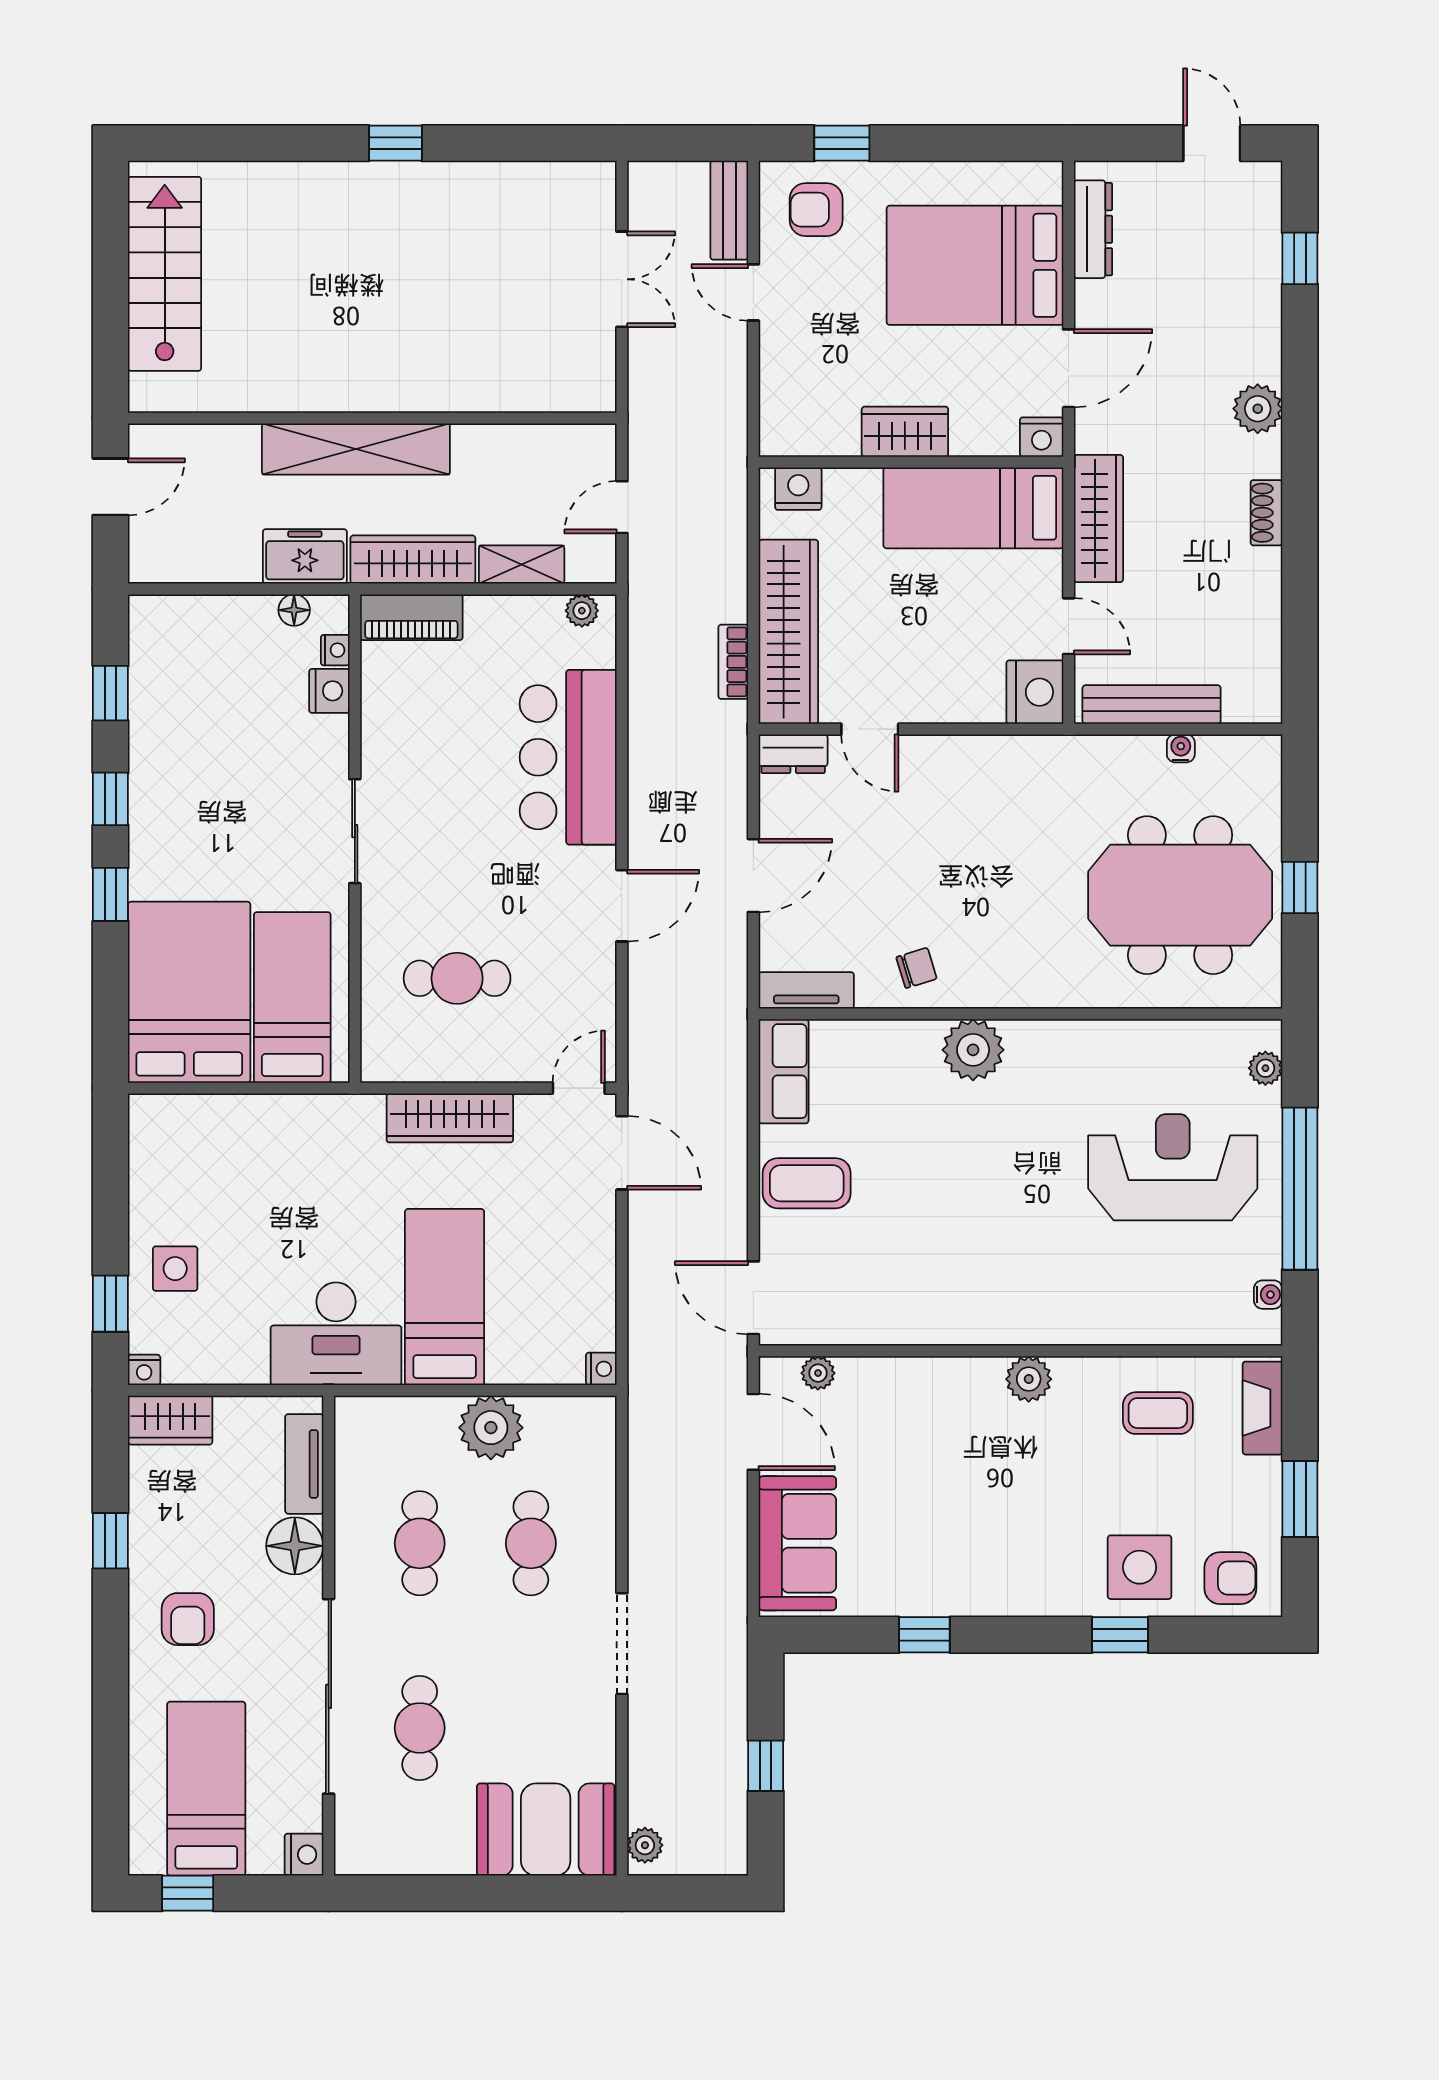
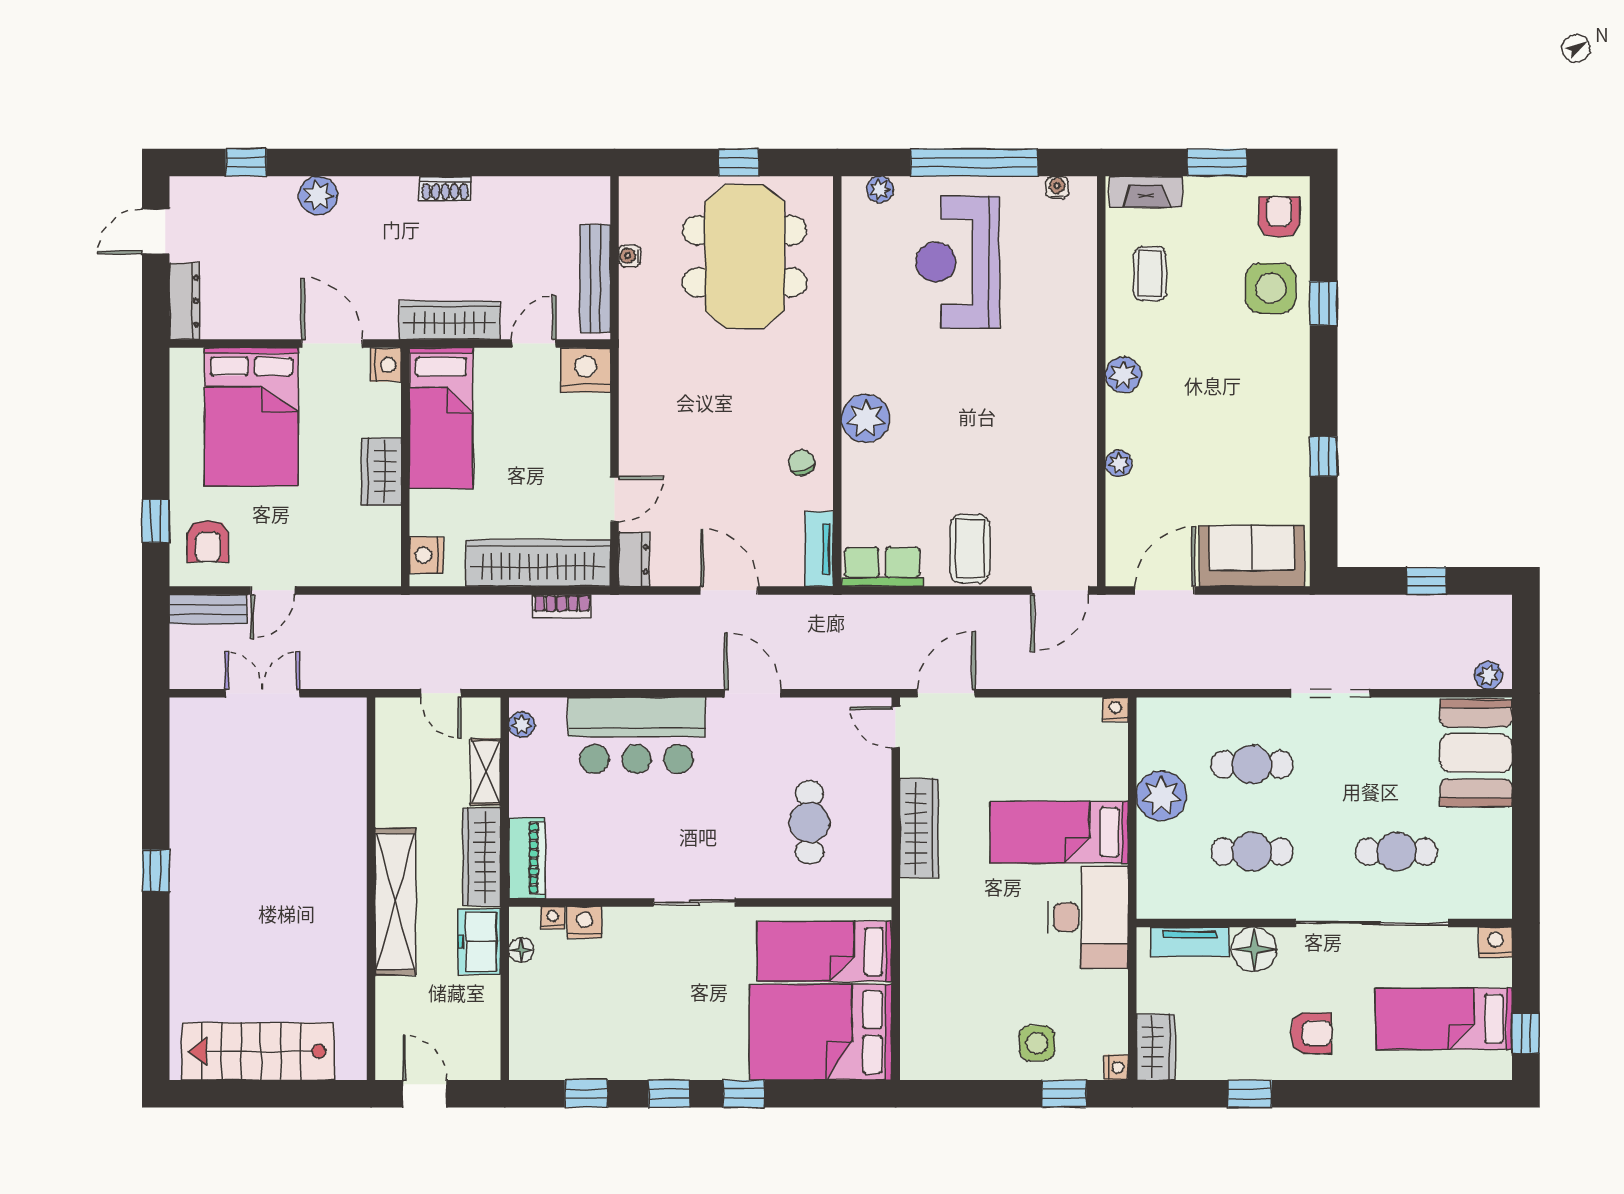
dresser: (1093, 229) -> (184, 301), moved, turned 90
plant: (1258, 409) -> (318, 196), moved
plant: (818, 1373) -> (1119, 463), moved

